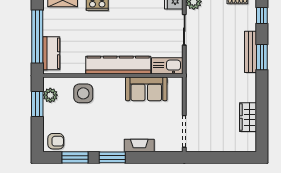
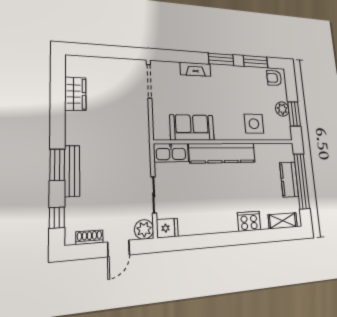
kitchen counter: (51, 53) -> (289, 180), moved
plant: (50, 95) -> (282, 109), moved

